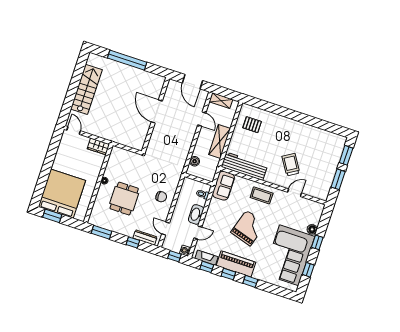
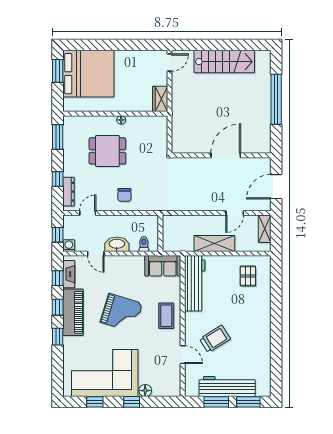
boiler: (195, 161) -> (181, 221), removed
workbench: (329, 167) -> (227, 387), added

